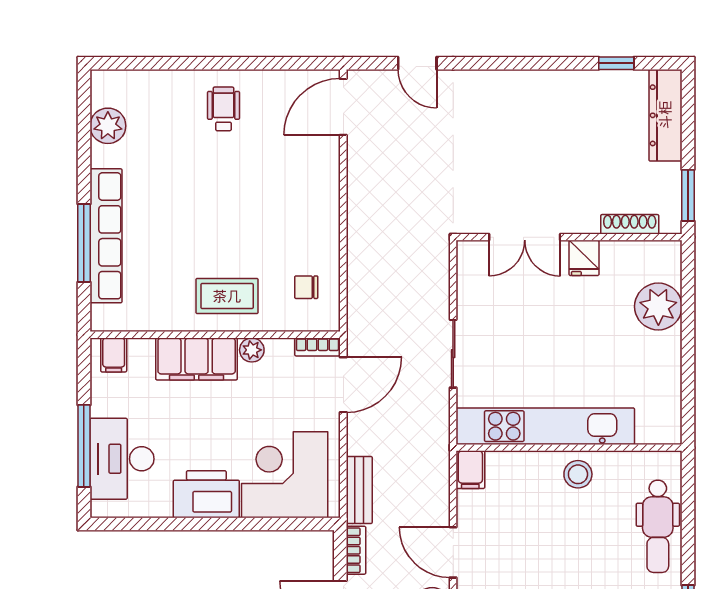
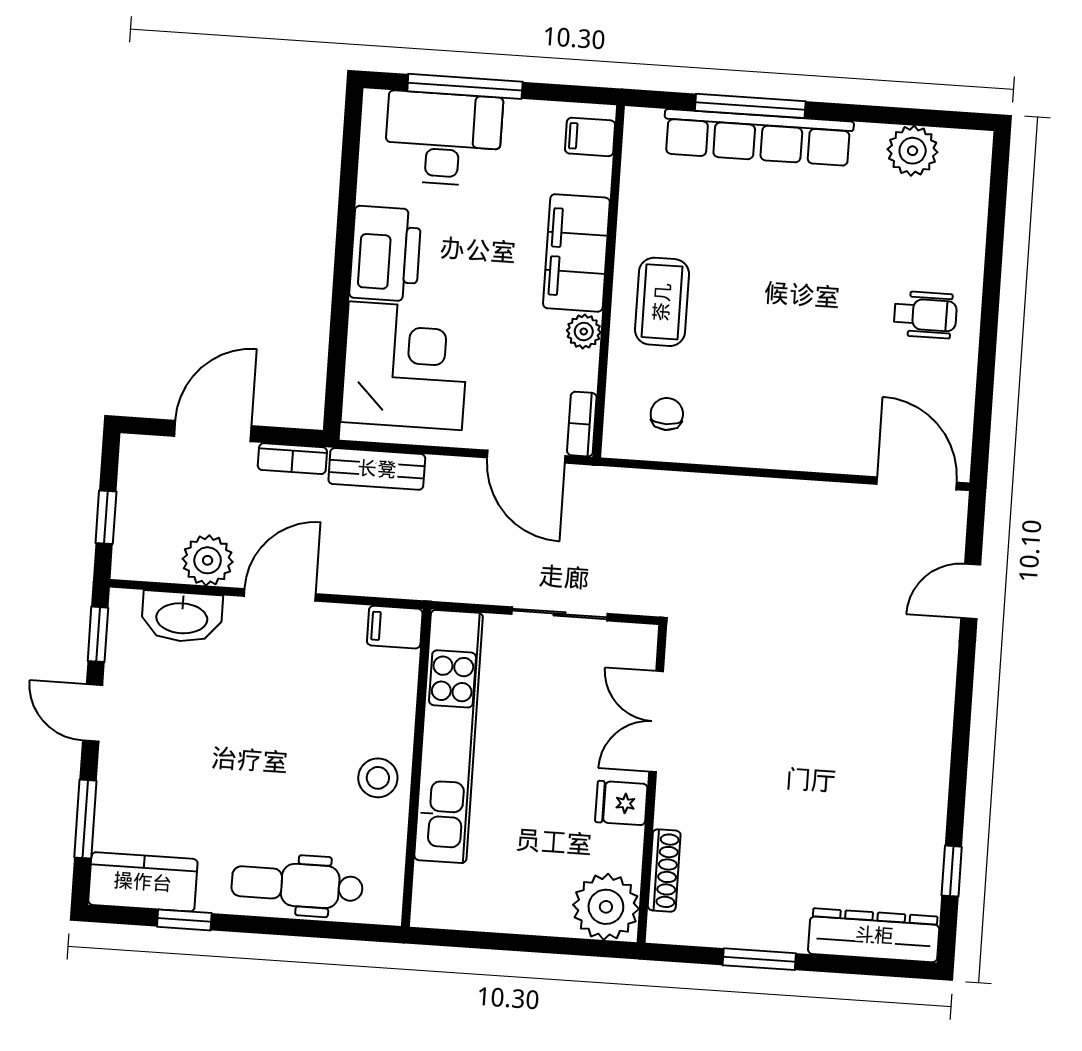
shoe rack: (630, 224) -> (664, 871), moved
double door: (525, 237) -> (656, 722), moved
wall: (569, 237) -> (652, 784), moved
fridge: (584, 258) -> (621, 803), moved

